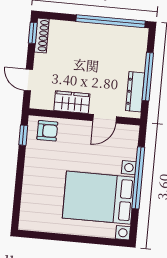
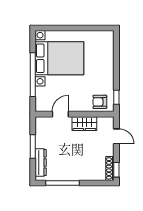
window: (111, 21) -> (62, 183), width x0.68
window: (148, 77) -> (33, 146), width x0.69
dresser: (135, 92) -> (41, 163), moved

